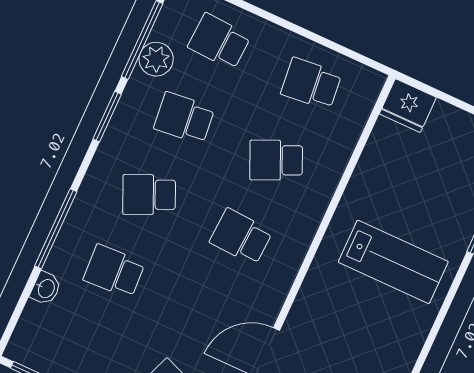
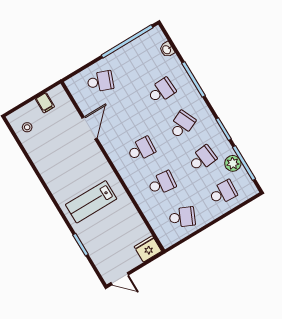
school desk: (311, 84) -> (182, 217), turned 30
school desk: (276, 160) -> (162, 183), turned 30
washbasin: (46, 288) -> (167, 50), moved

